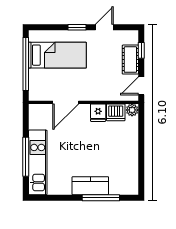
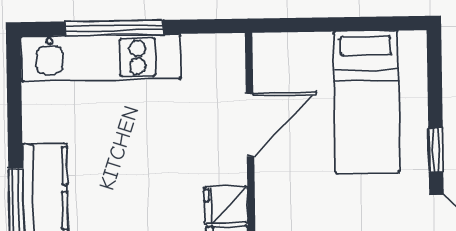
window: (26, 64) -> (343, 24), removed
door: (66, 102) -> (250, 125), swing flipped

